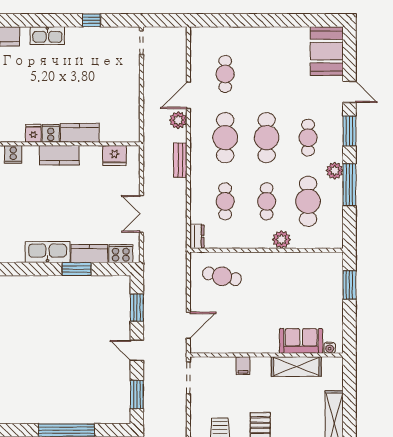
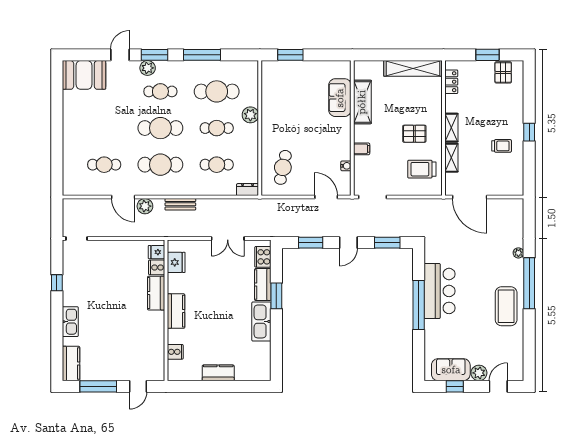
fridge: (33, 133) -> (156, 252), moved
cooker: (51, 133) -> (157, 267), moved
plant: (335, 171) -> (148, 68), moved
water cooler: (330, 348) -> (346, 166), moved

